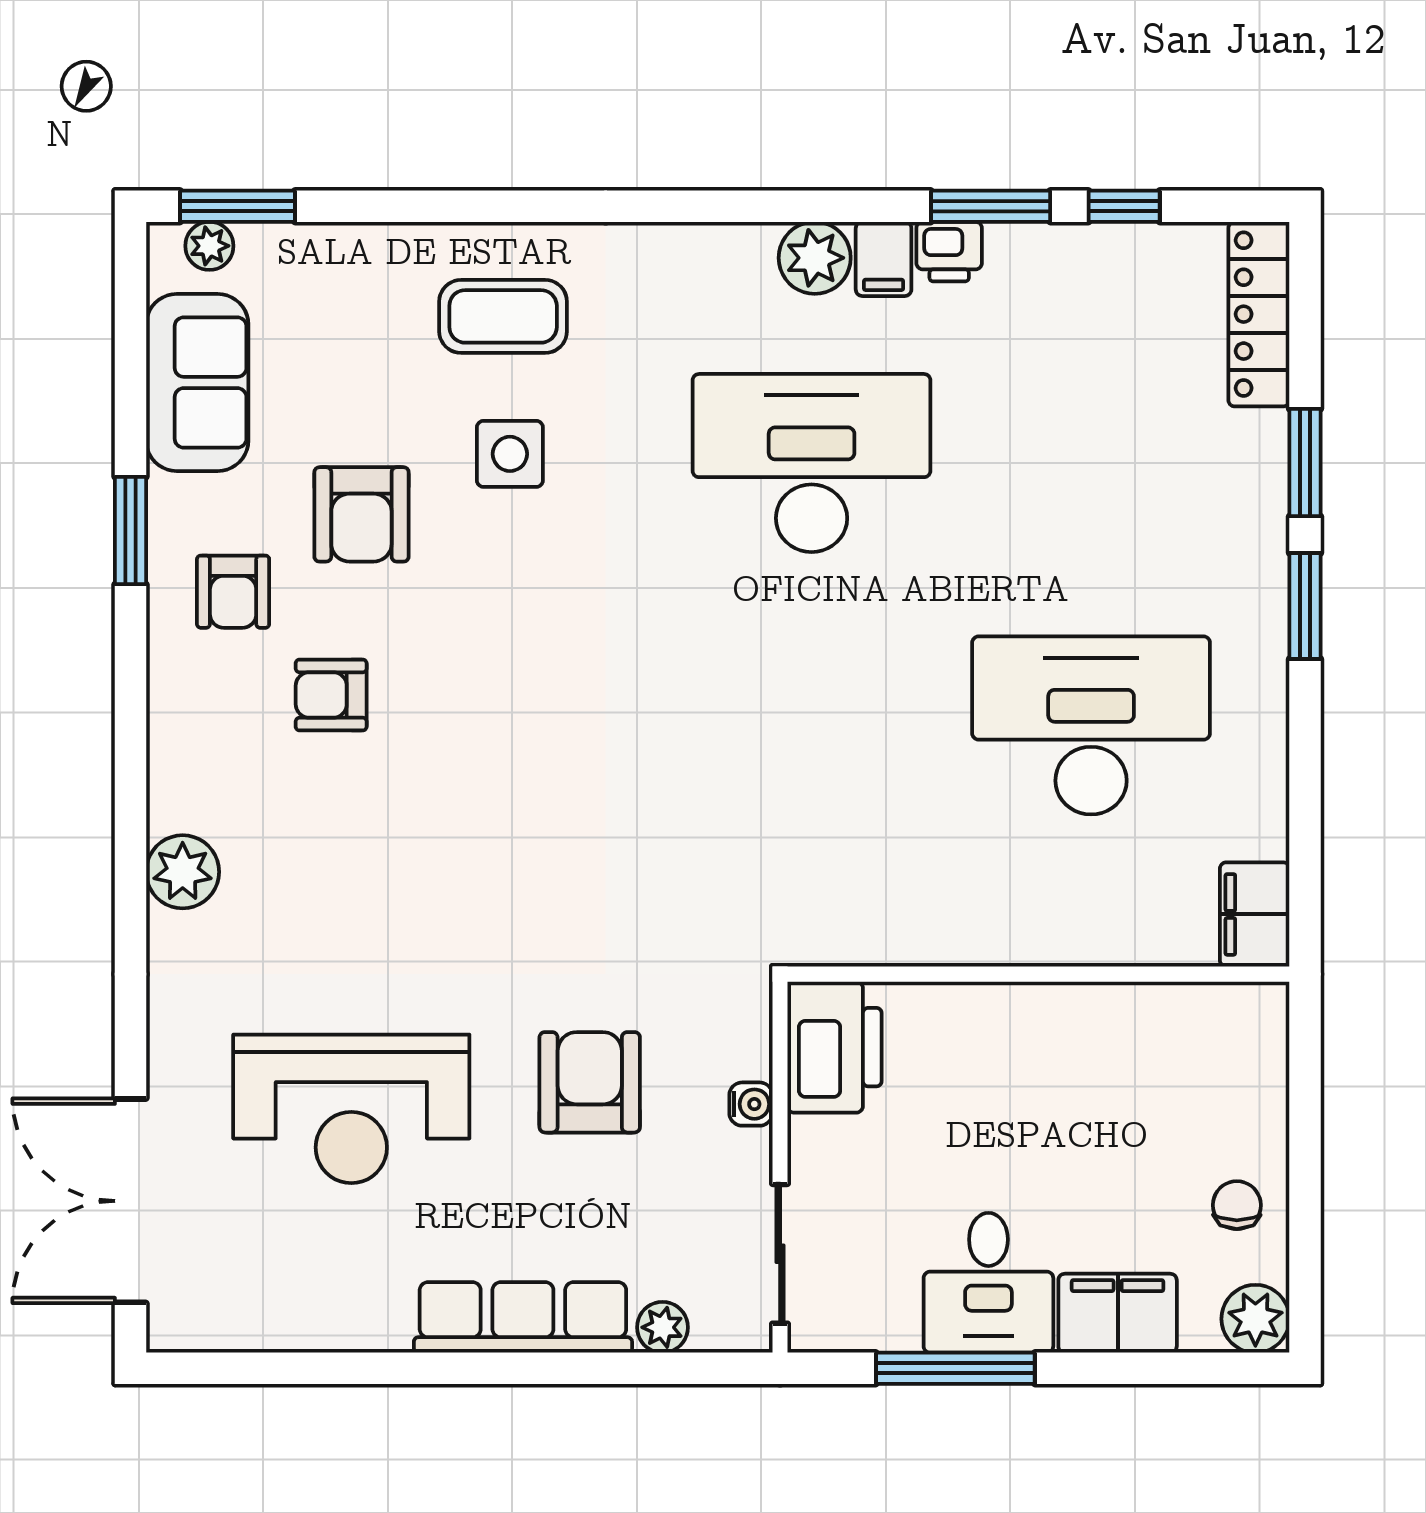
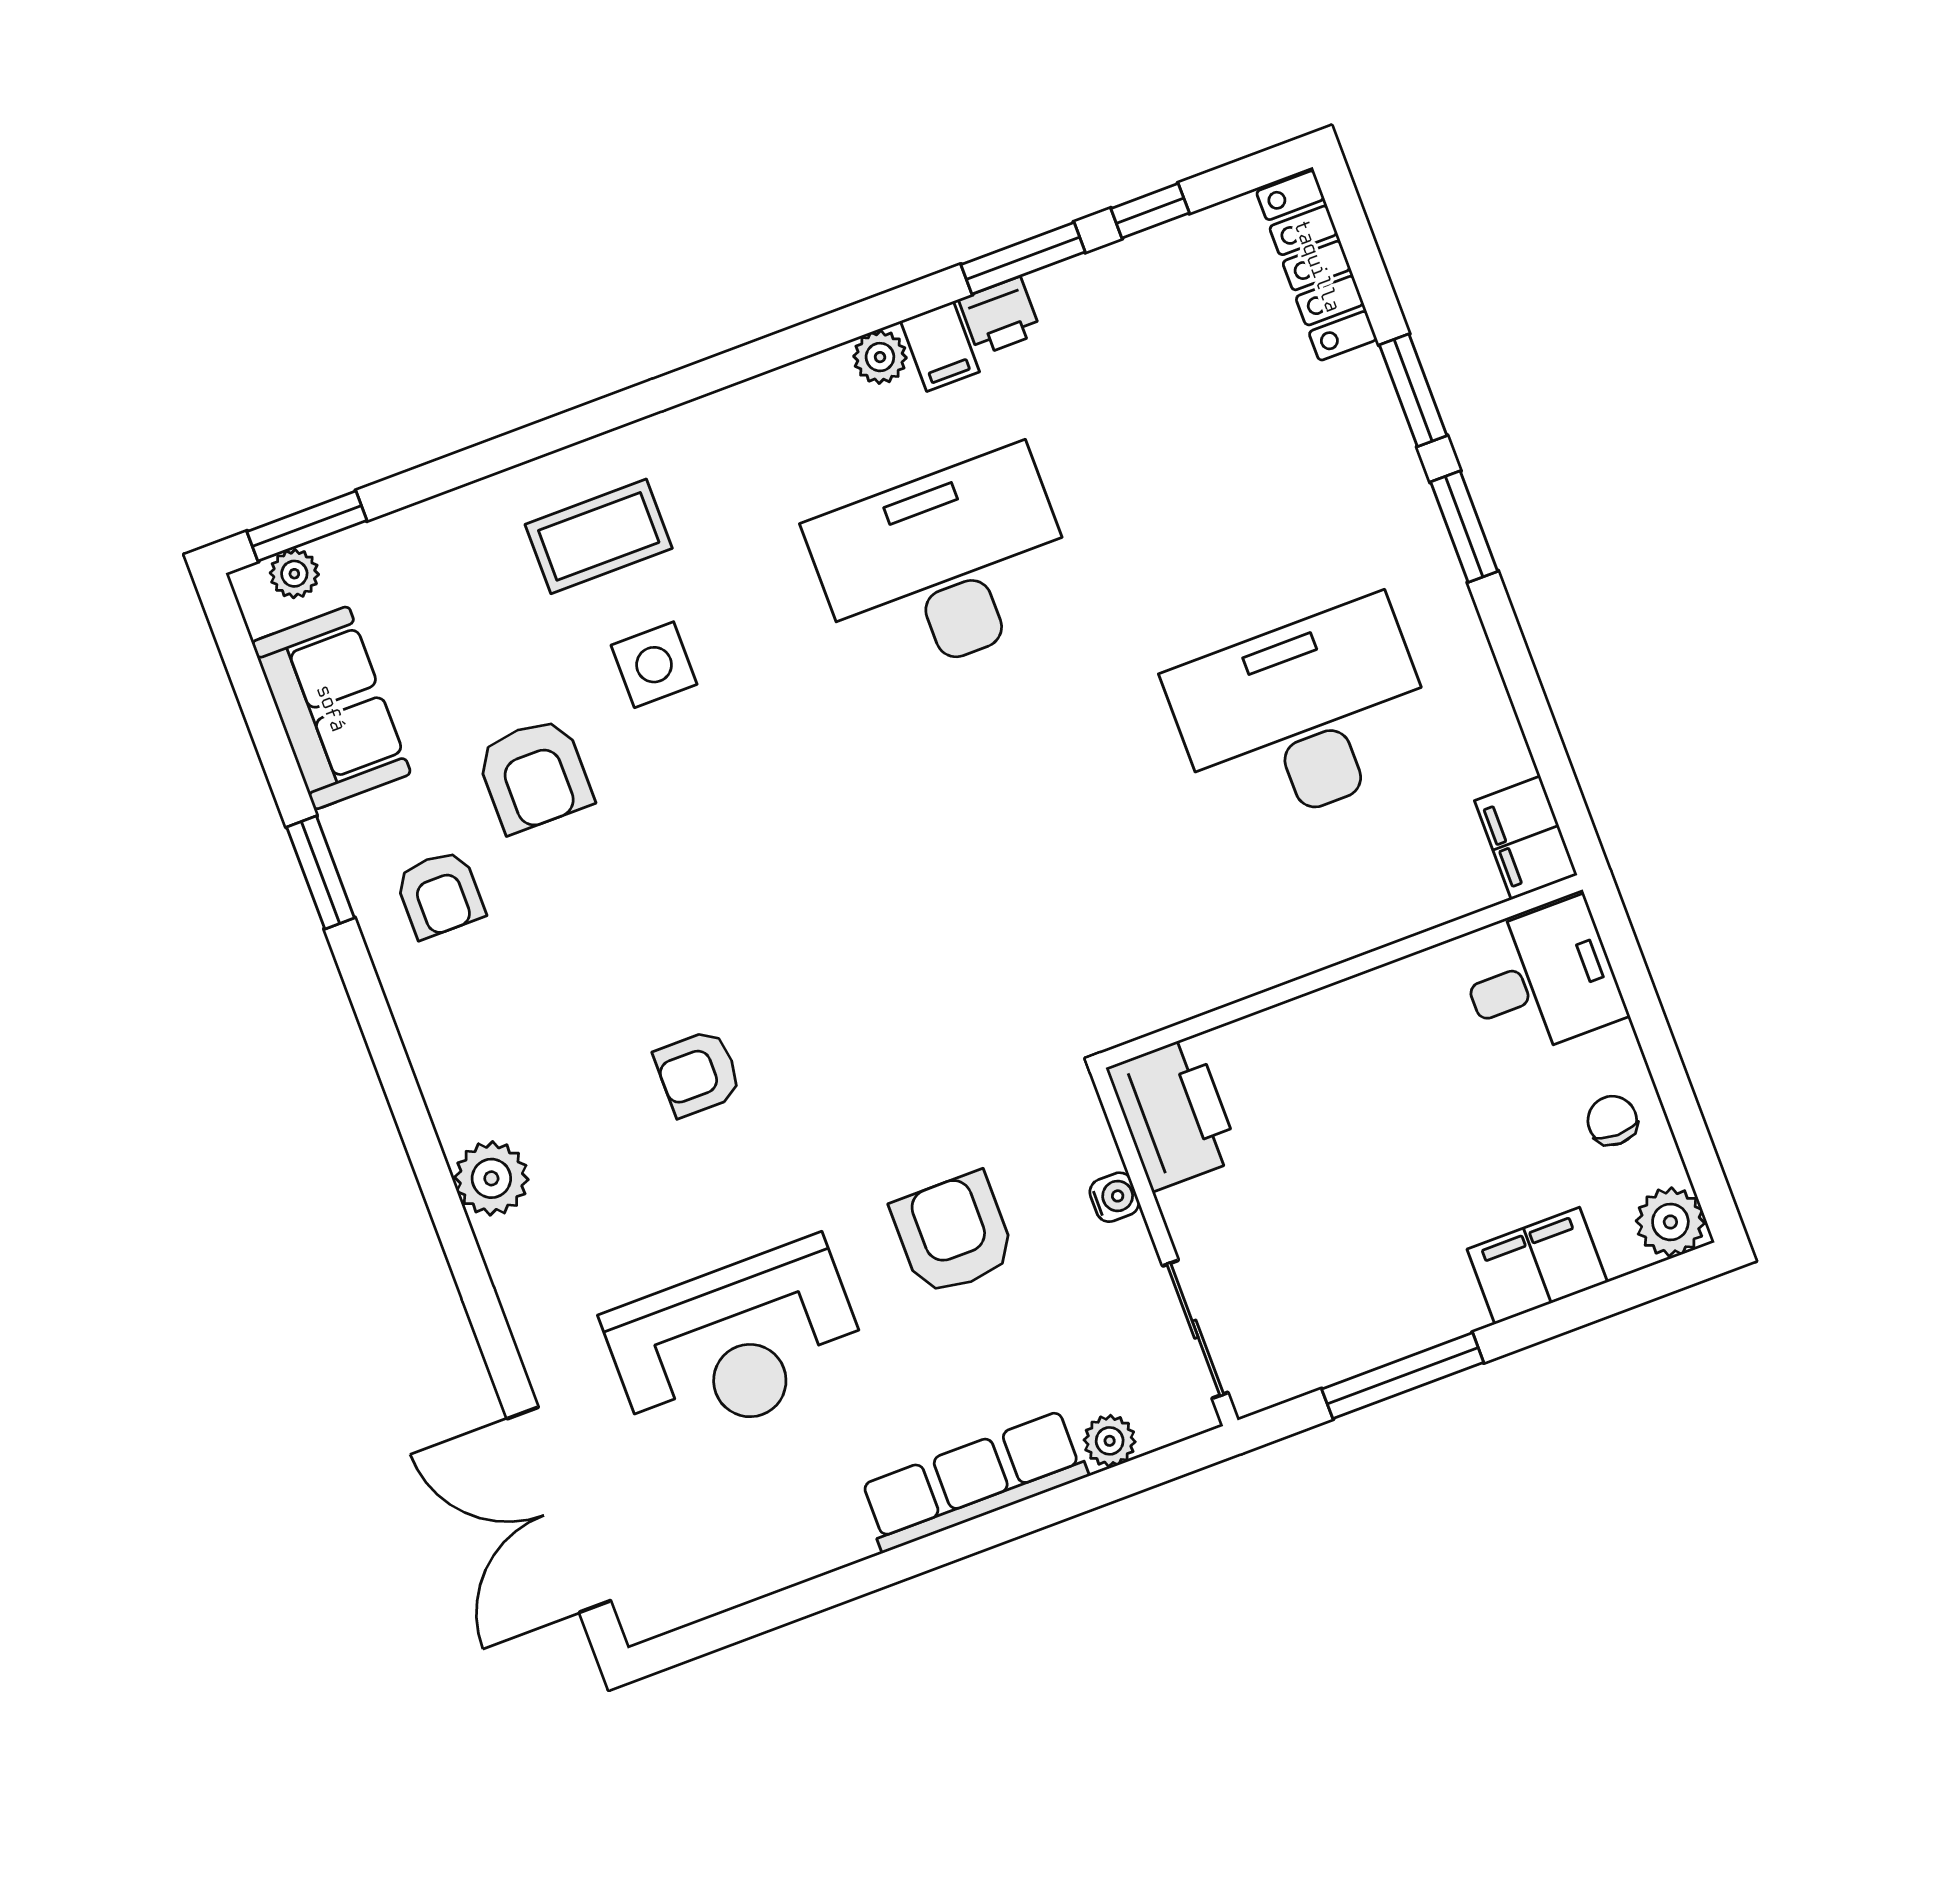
plant: (815, 258) -> (880, 357), width x0.73, depth x0.73
armchair: (331, 695) -> (698, 1073), moved
desk: (988, 1283) -> (1541, 979), moved, turned -90

